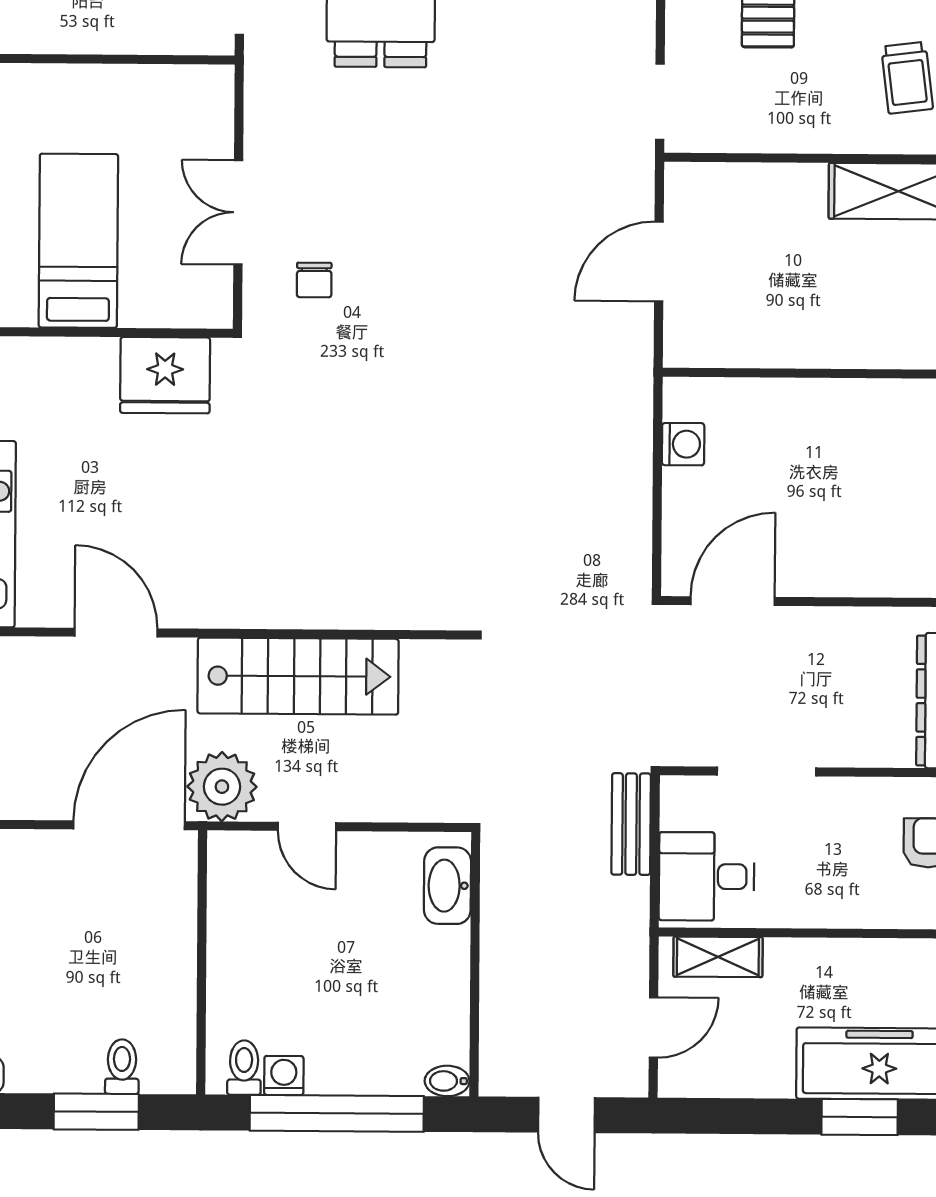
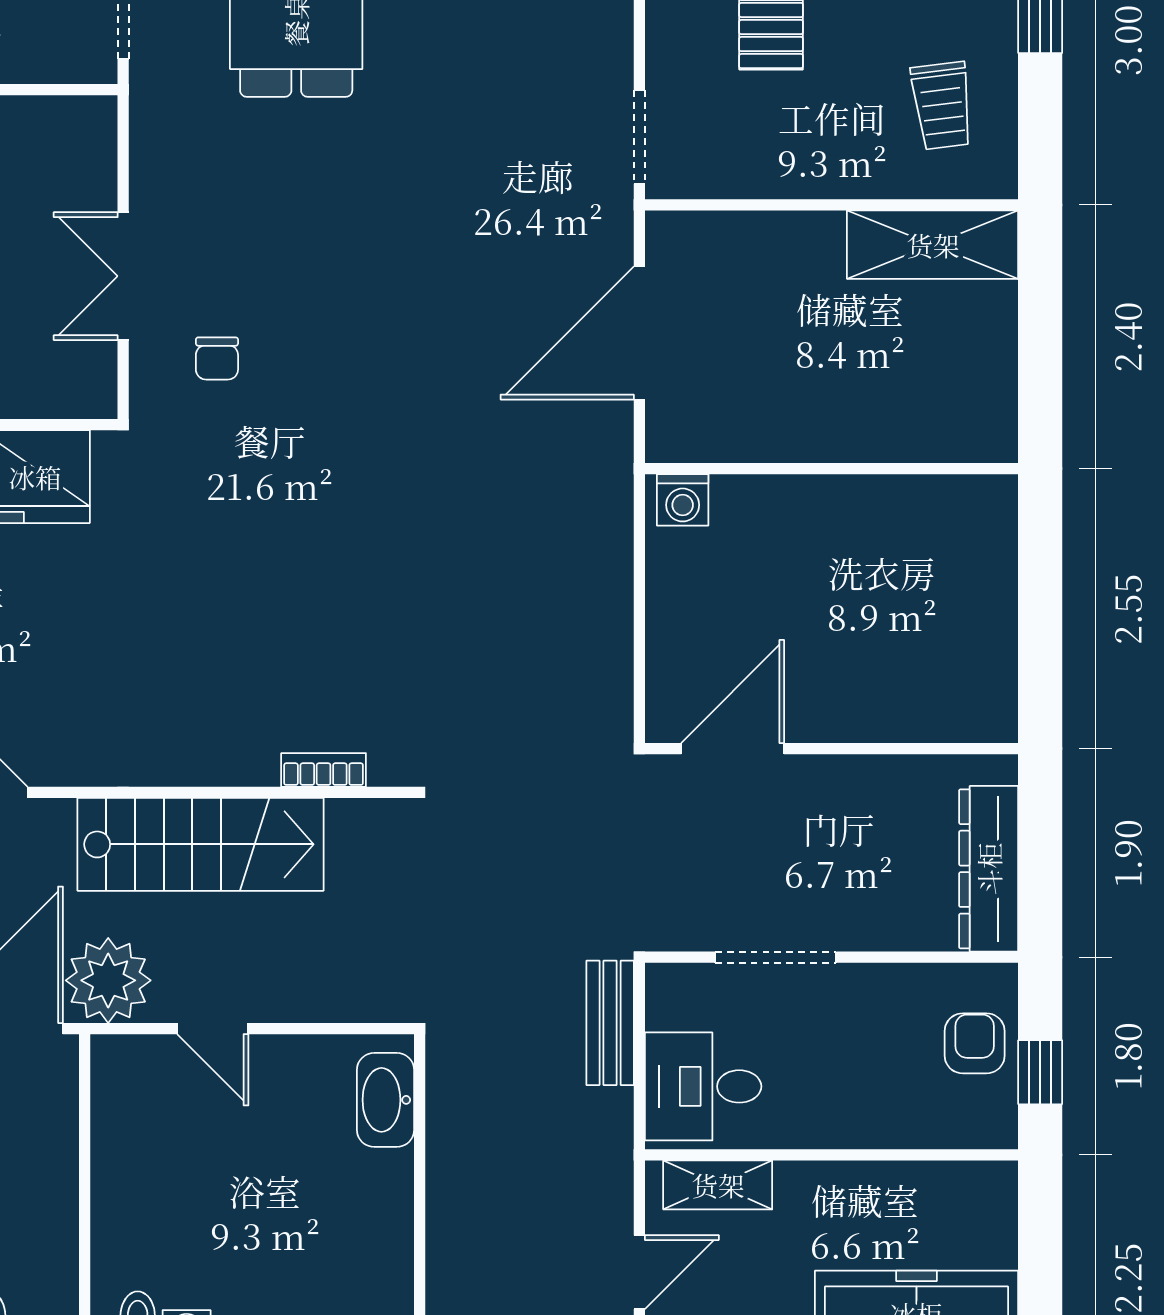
door: (659, 261) -> (639, 333), width x1.36
washing machine: (683, 444) -> (683, 500), moved, turned 90
bookcase: (399, 616) -> (324, 770), added

